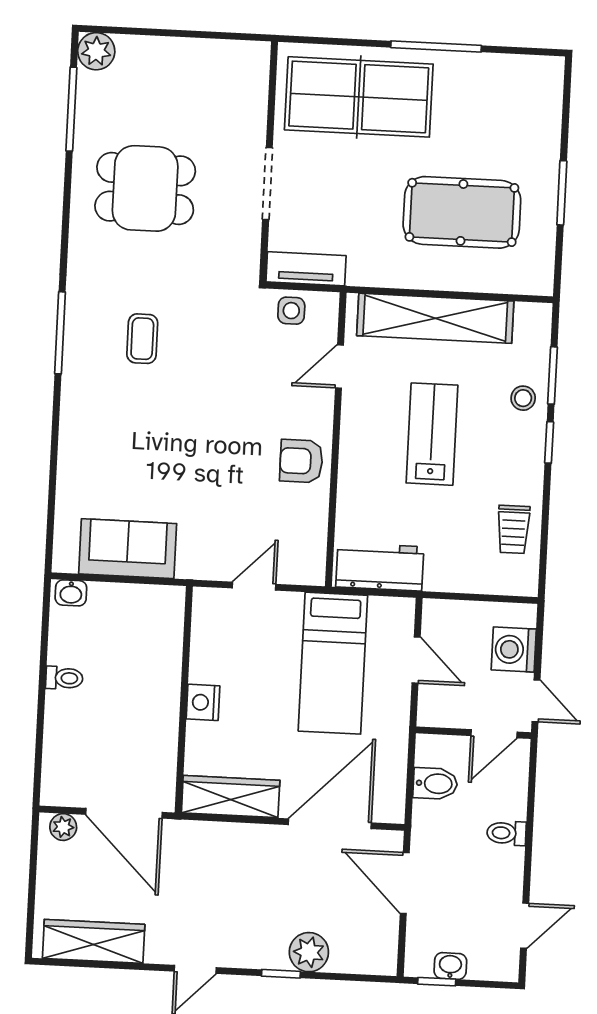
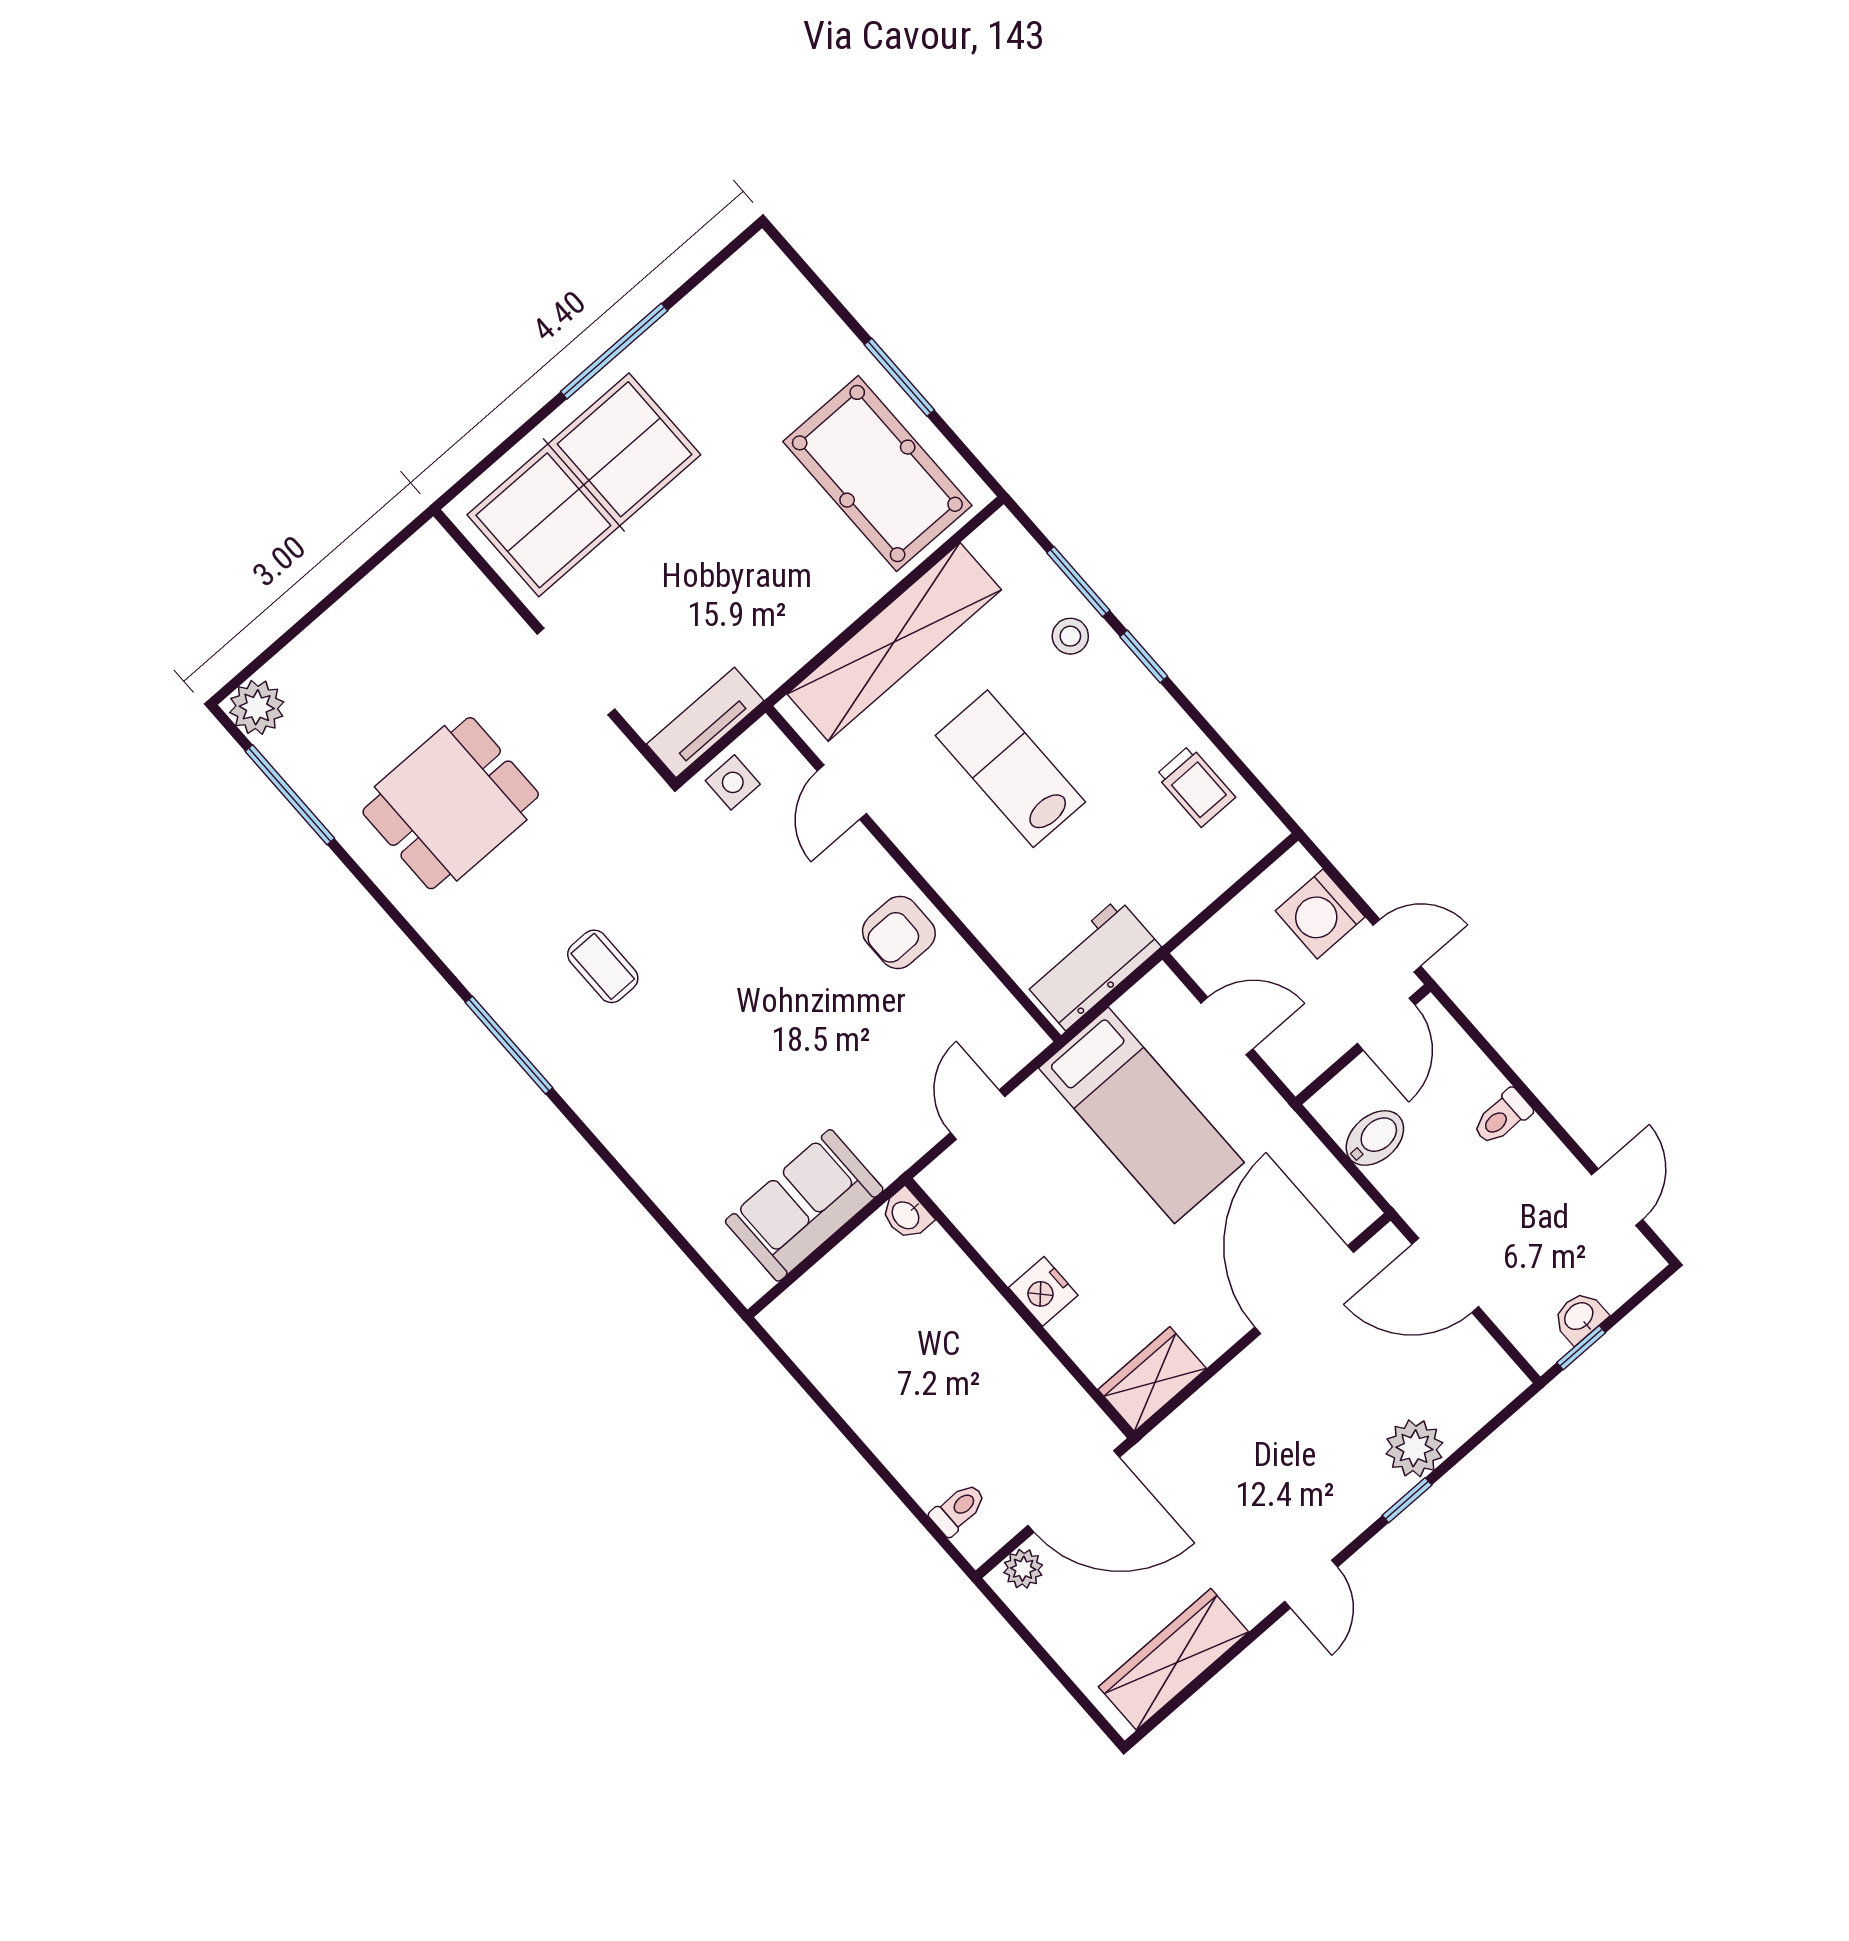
pool table: (462, 212) -> (877, 474), moved, turned 90
washbasin: (71, 593) -> (906, 1215), moved, turned 90
toilet: (64, 678) -> (958, 1509), moved
wardrobe: (231, 797) -> (1152, 1379), width x0.67

